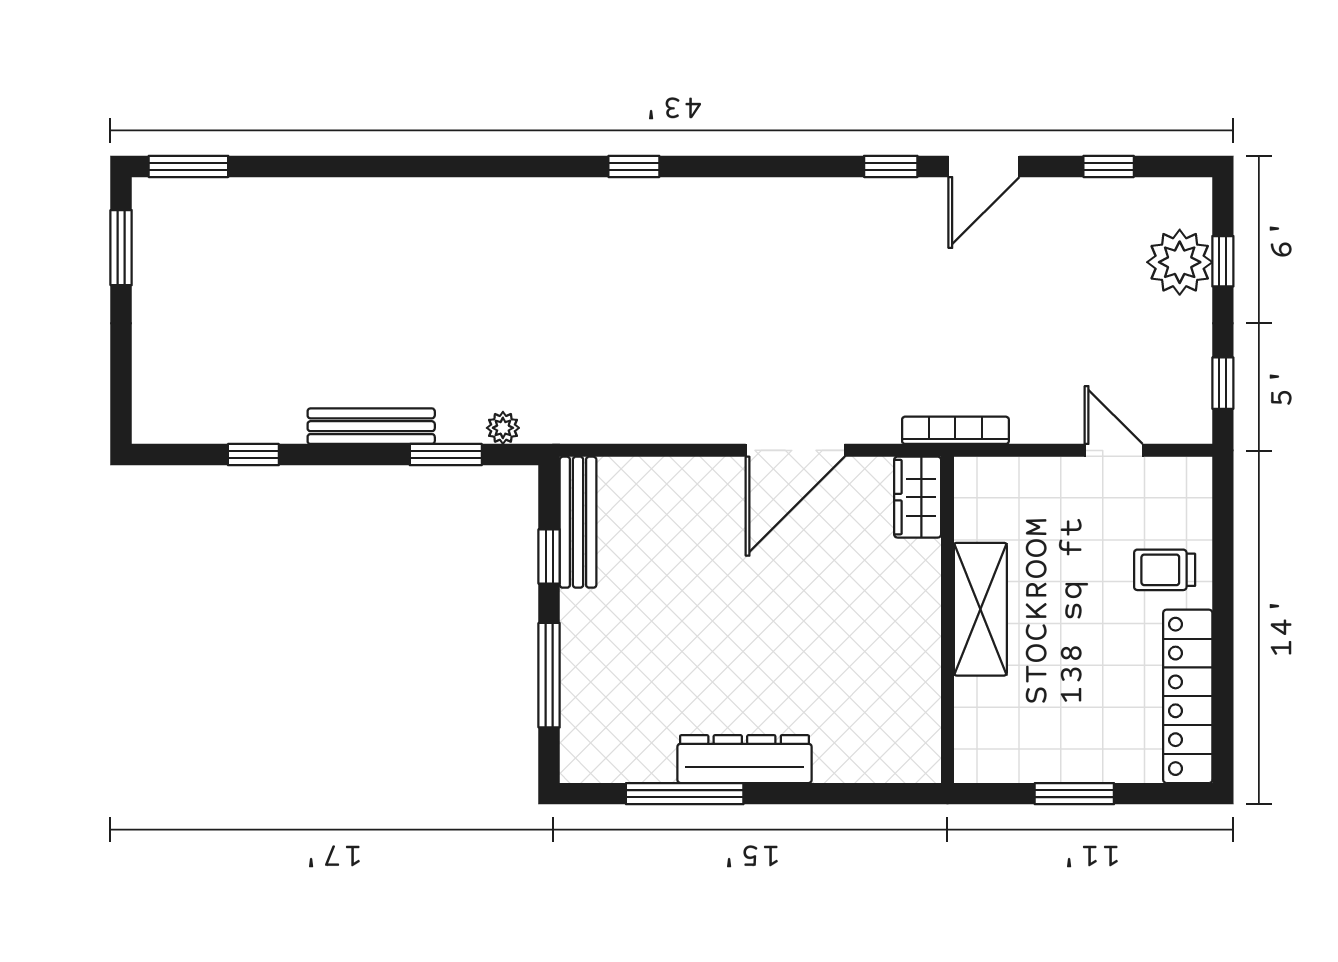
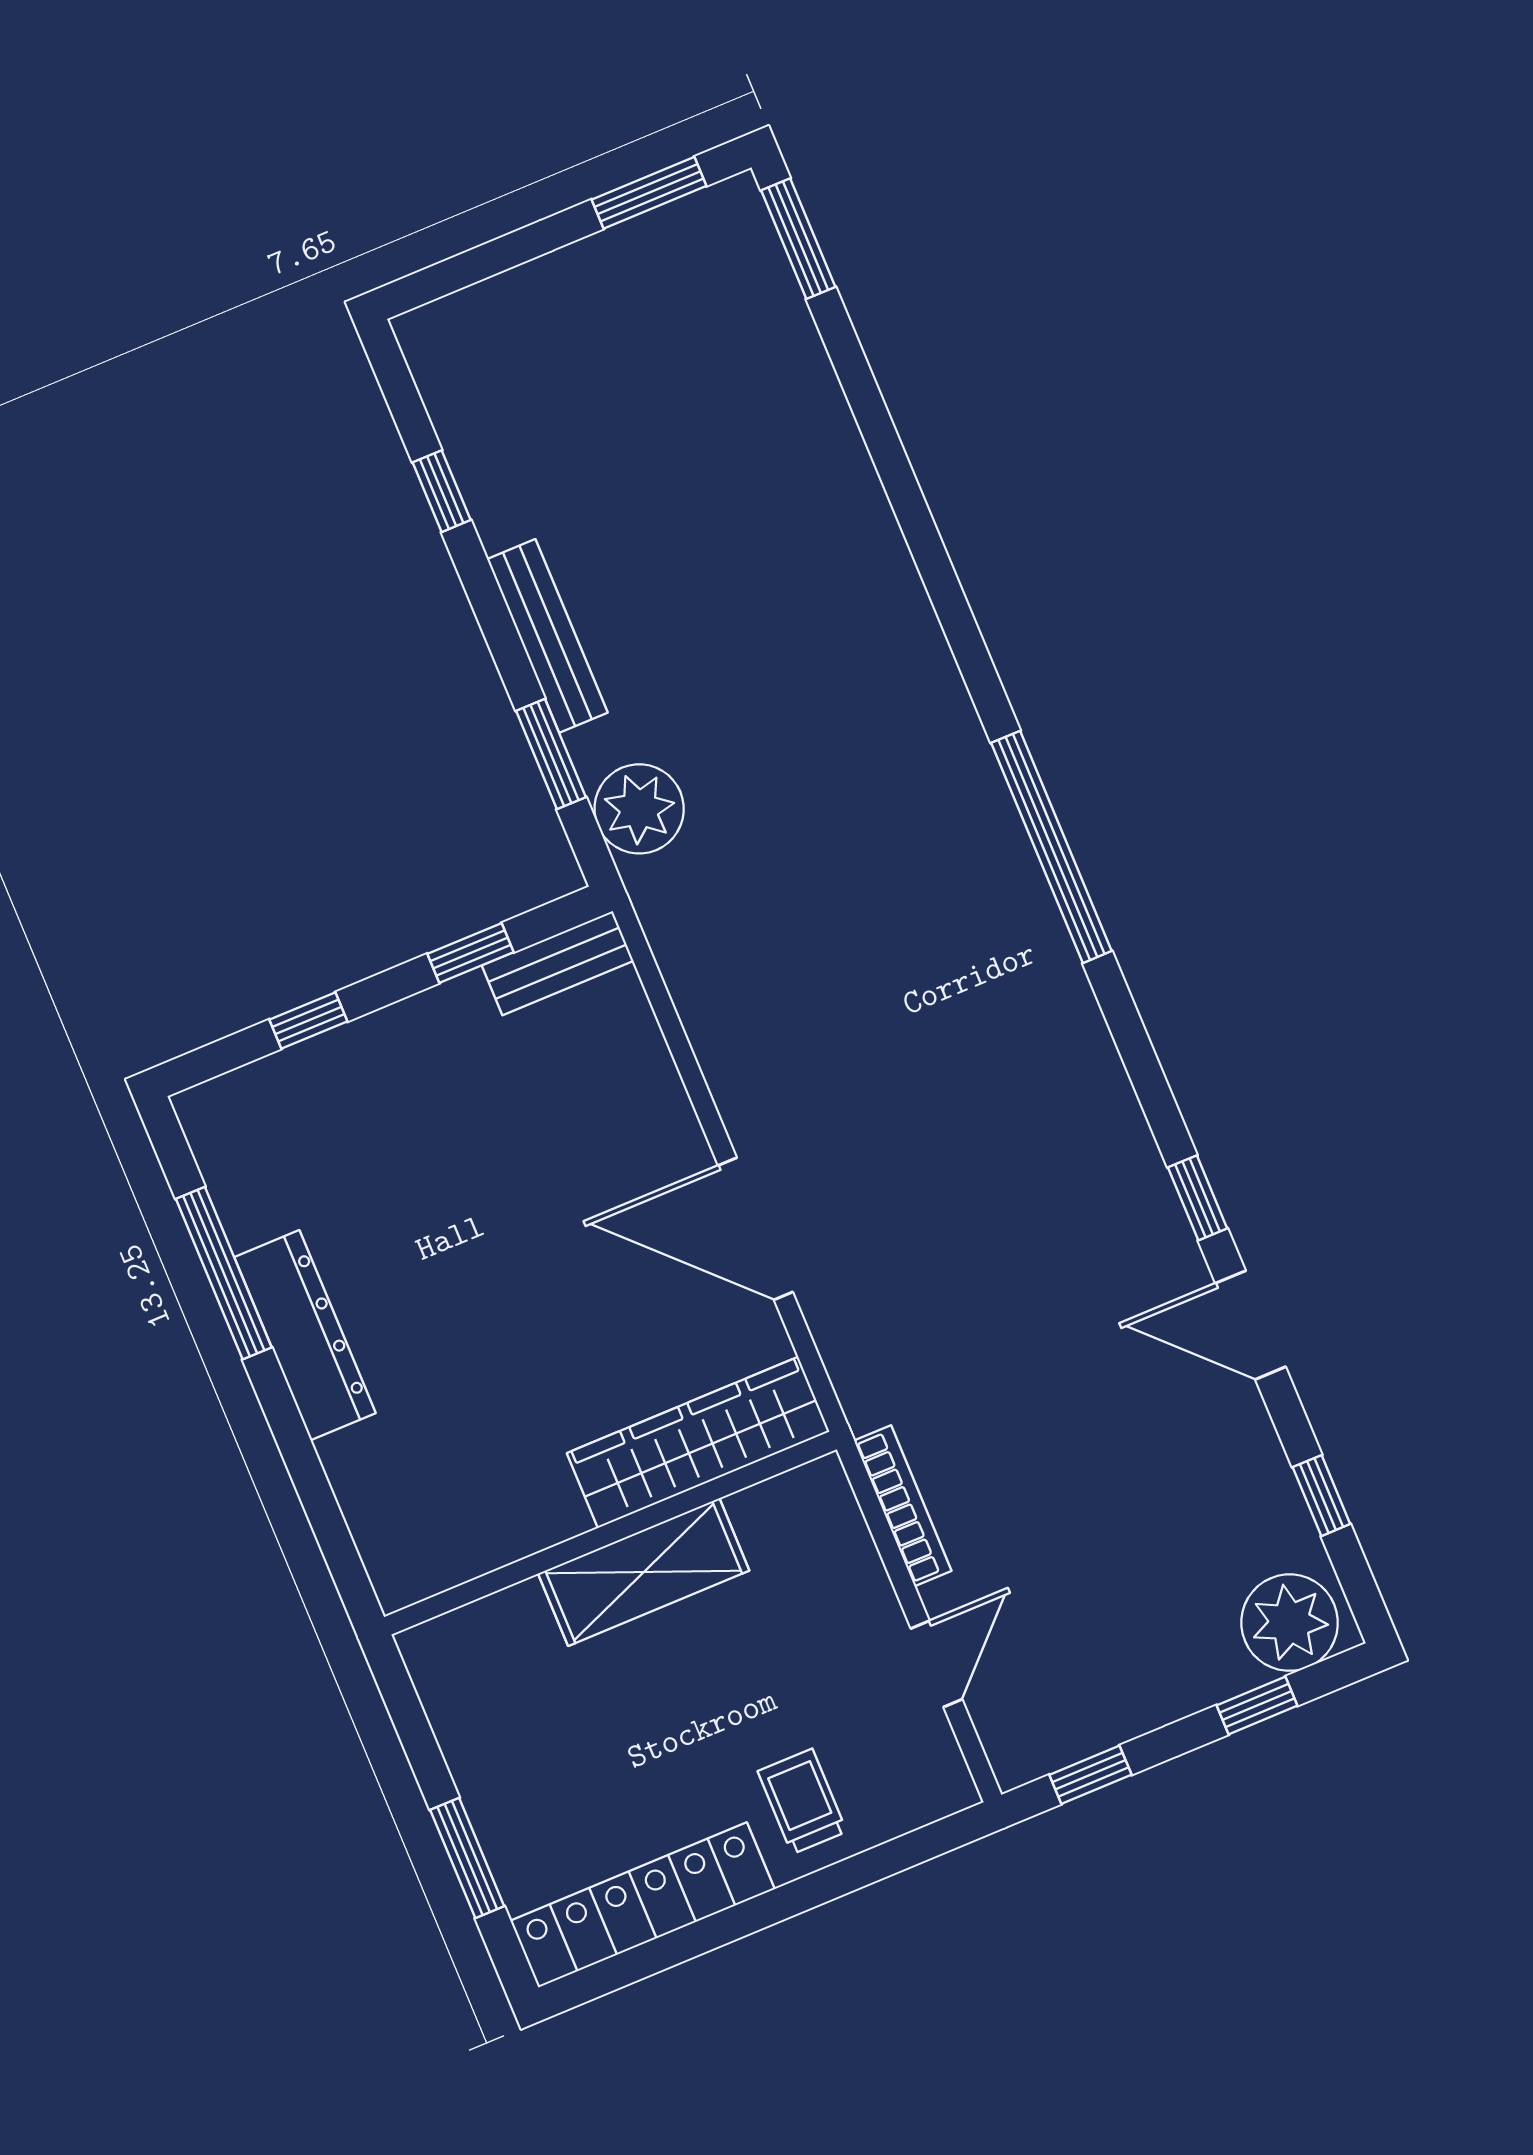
window: (634, 166) -> (1051, 847), width x3.17
plant: (1180, 262) -> (1290, 1623), moved
plant: (503, 428) -> (639, 809), width x1.87, depth x1.87
bookcase: (955, 430) -> (903, 1506), moved
wardrobe: (918, 497) -> (698, 1442), width x2.10, depth x1.17
bench: (578, 522) -> (558, 963), width x0.73
window: (549, 675) -> (308, 1021), width x0.46
window: (1074, 794) -> (467, 1858), moved

